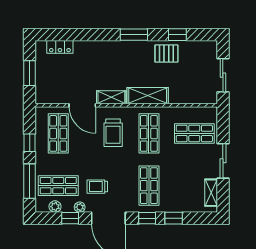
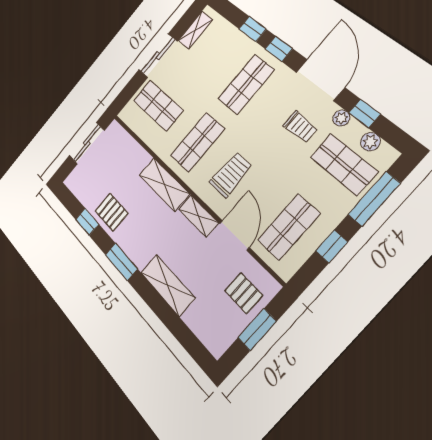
locker: (60, 47) -> (199, 325), removed
shelving: (95, 49) -> (168, 285), added
pallet: (52, 83) -> (244, 293), added

